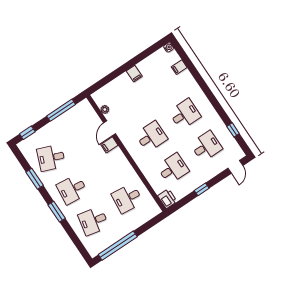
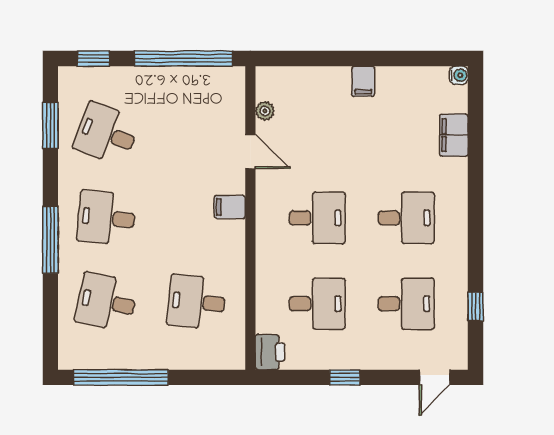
filing cabinet: (179, 67) -> (454, 135), width x2.00
window: (61, 110) -> (184, 58), width x1.46
door: (110, 128) -> (250, 151), swing flipped
filing cabinet: (109, 145) -> (230, 207), moved
window: (35, 179) -> (50, 126), moved
window: (57, 212) -> (50, 240), width x1.44

